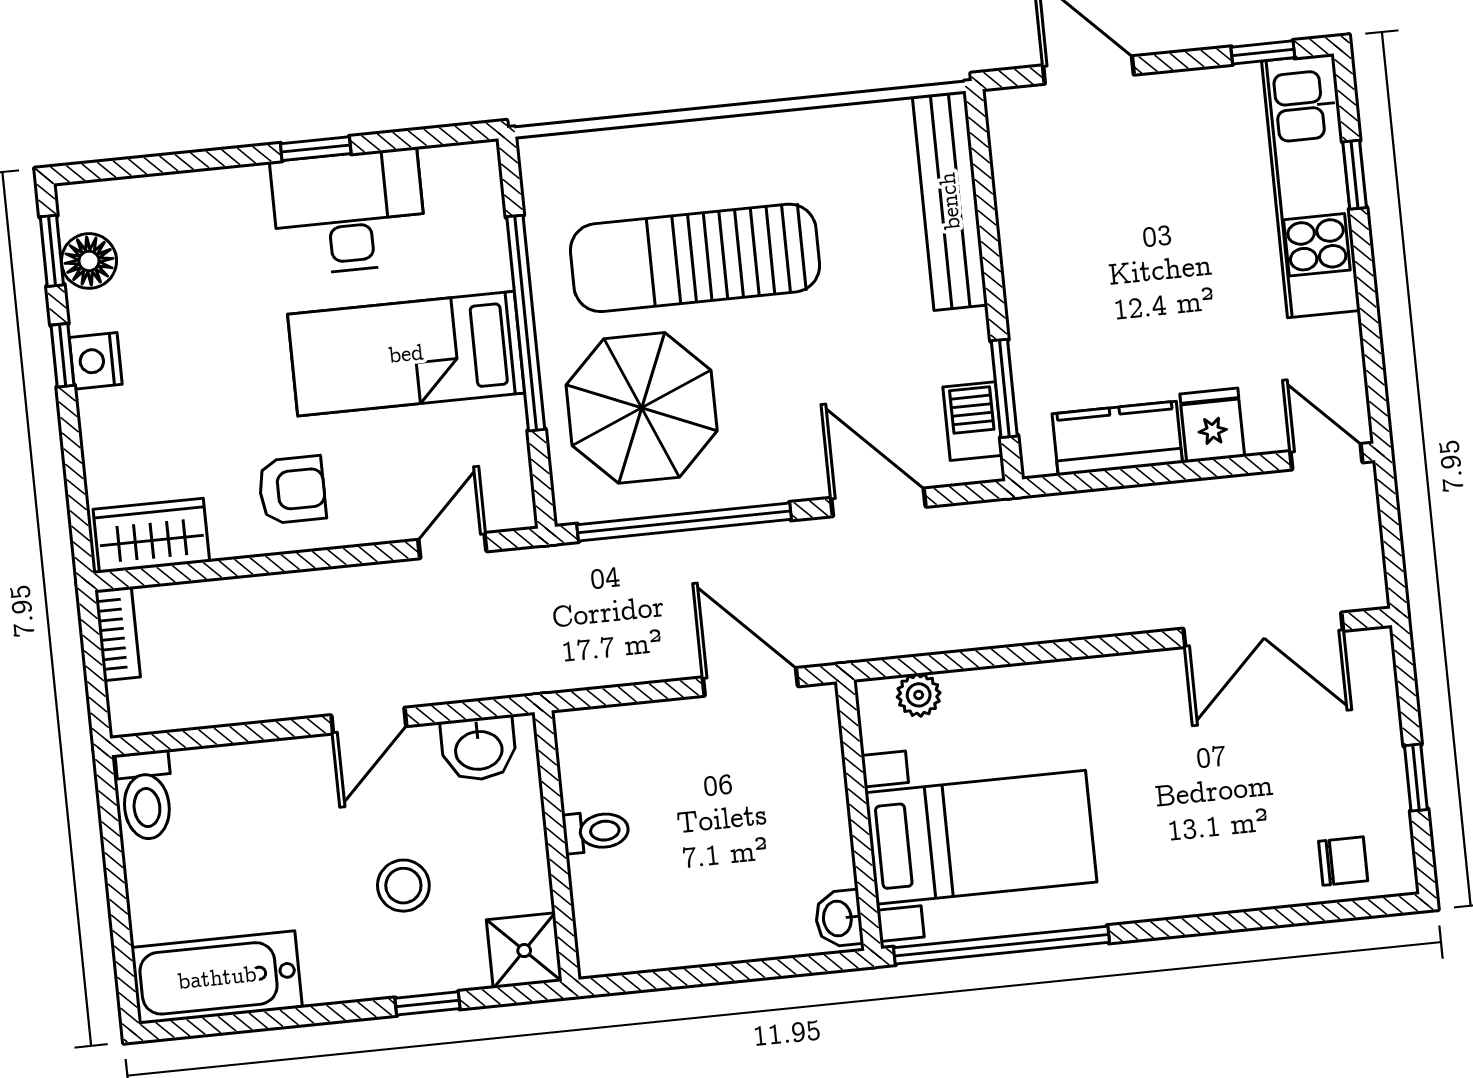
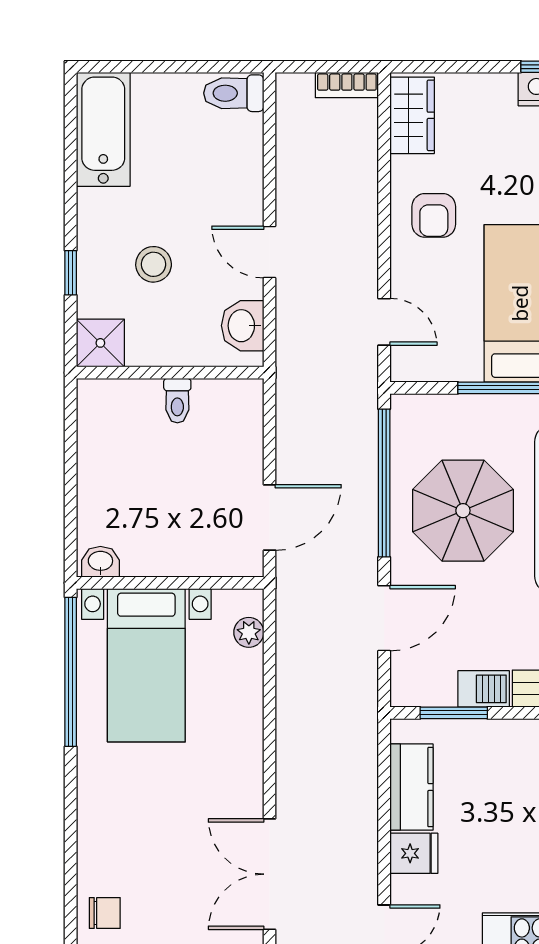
parasol: (642, 408) -> (463, 511), moved
barbecue: (973, 421) -> (484, 689), moved
chair: (1343, 861) -> (105, 913), turned -90

